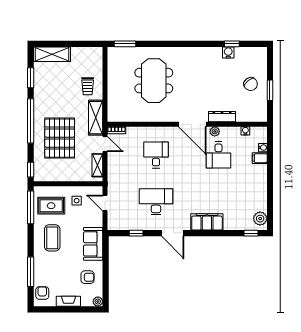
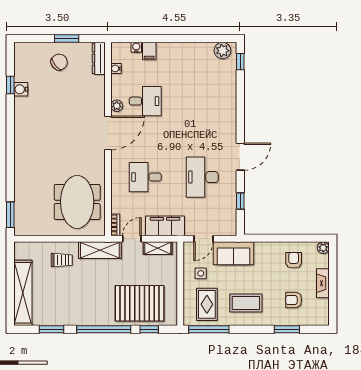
shelving: (52, 54) -> (23, 293), width x1.47
meeting table: (154, 81) -> (77, 202), moved, turned 90
dresser: (222, 117) -> (99, 58), moved
pallet: (60, 138) -> (140, 303), moved
window: (31, 170) -> (149, 329), moved
filing cabinet: (207, 222) -> (165, 226), moved, turned 90
sofa: (93, 244) -> (234, 253), moved
window: (31, 272) -> (287, 329), width x0.69
armchair: (42, 293) -> (294, 300), moved

